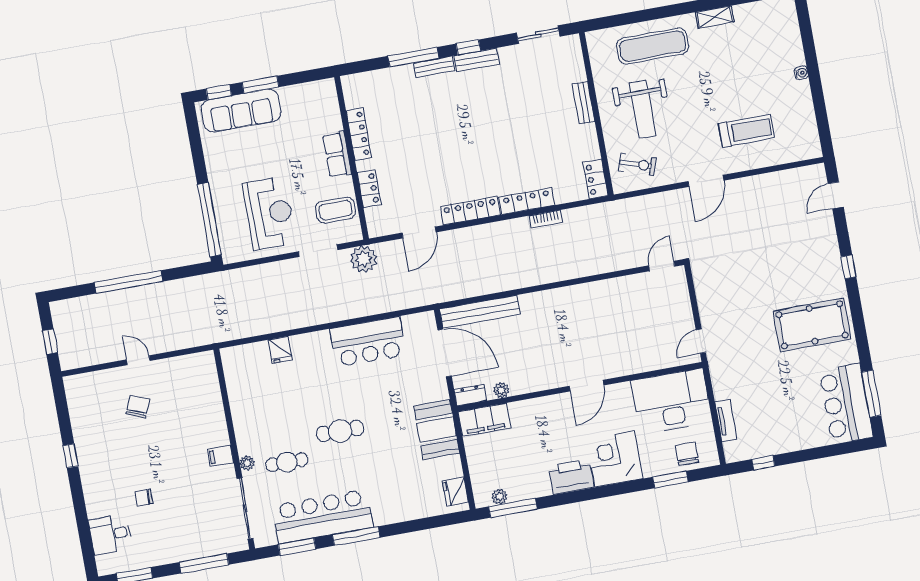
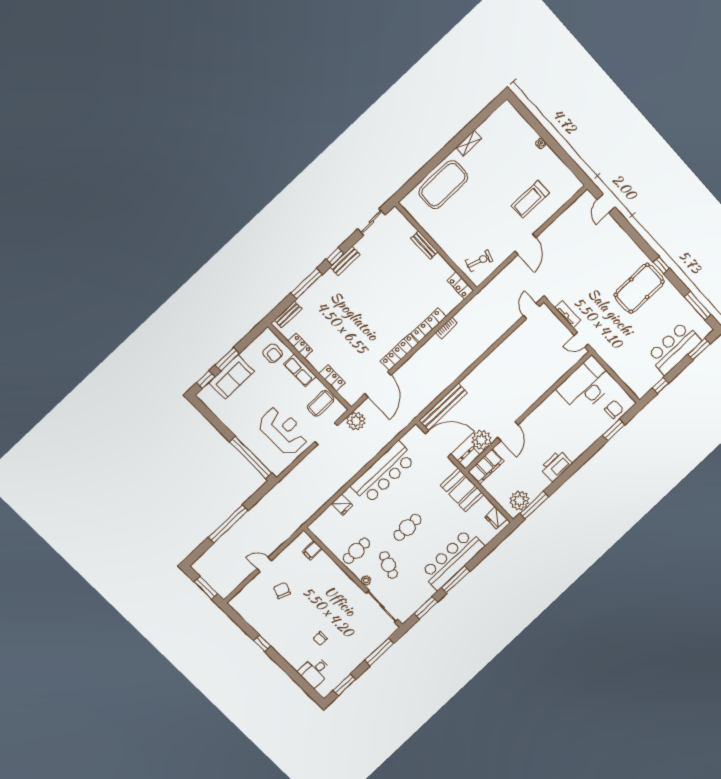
exercise mat: (653, 46) -> (443, 185), width x1.47
bench: (434, 67) -> (288, 314), moved
weight bench: (643, 109) -> (462, 226), removed
sofa: (241, 111) -> (231, 377), width x0.73
armchair: (318, 113) -> (273, 353), added
treadmill: (746, 131) -> (530, 199), turned 180
locker: (359, 134) -> (300, 346), width x0.66
door: (419, 233) -> (378, 384), width x1.36
window: (849, 267) -> (661, 265), moved
door: (701, 341) -> (581, 340), hinge flipped
window: (50, 342) -> (206, 588), width x1.50
bar counter: (368, 342) -> (383, 473), width x1.36
door: (586, 386) -> (508, 431), moved
plant: (501, 390) -> (481, 440), width x1.87, depth x1.87
bar counter: (846, 404) -> (674, 348), moved, turned 90
cafe table: (260, 418) -> (356, 551), added
tv unit: (726, 420) -> (568, 314), moved
window: (840, 449) -> (699, 349), added
chair: (687, 454) -> (614, 409), turned 90
filing cabinet: (221, 456) -> (312, 550), moved
corner desk: (615, 459) -> (575, 439), removed
cafe table: (287, 462) -> (389, 565), turned -71
plant: (500, 497) -> (519, 501), width x1.88, depth x1.88
bar counter: (323, 516) -> (453, 559), moved

